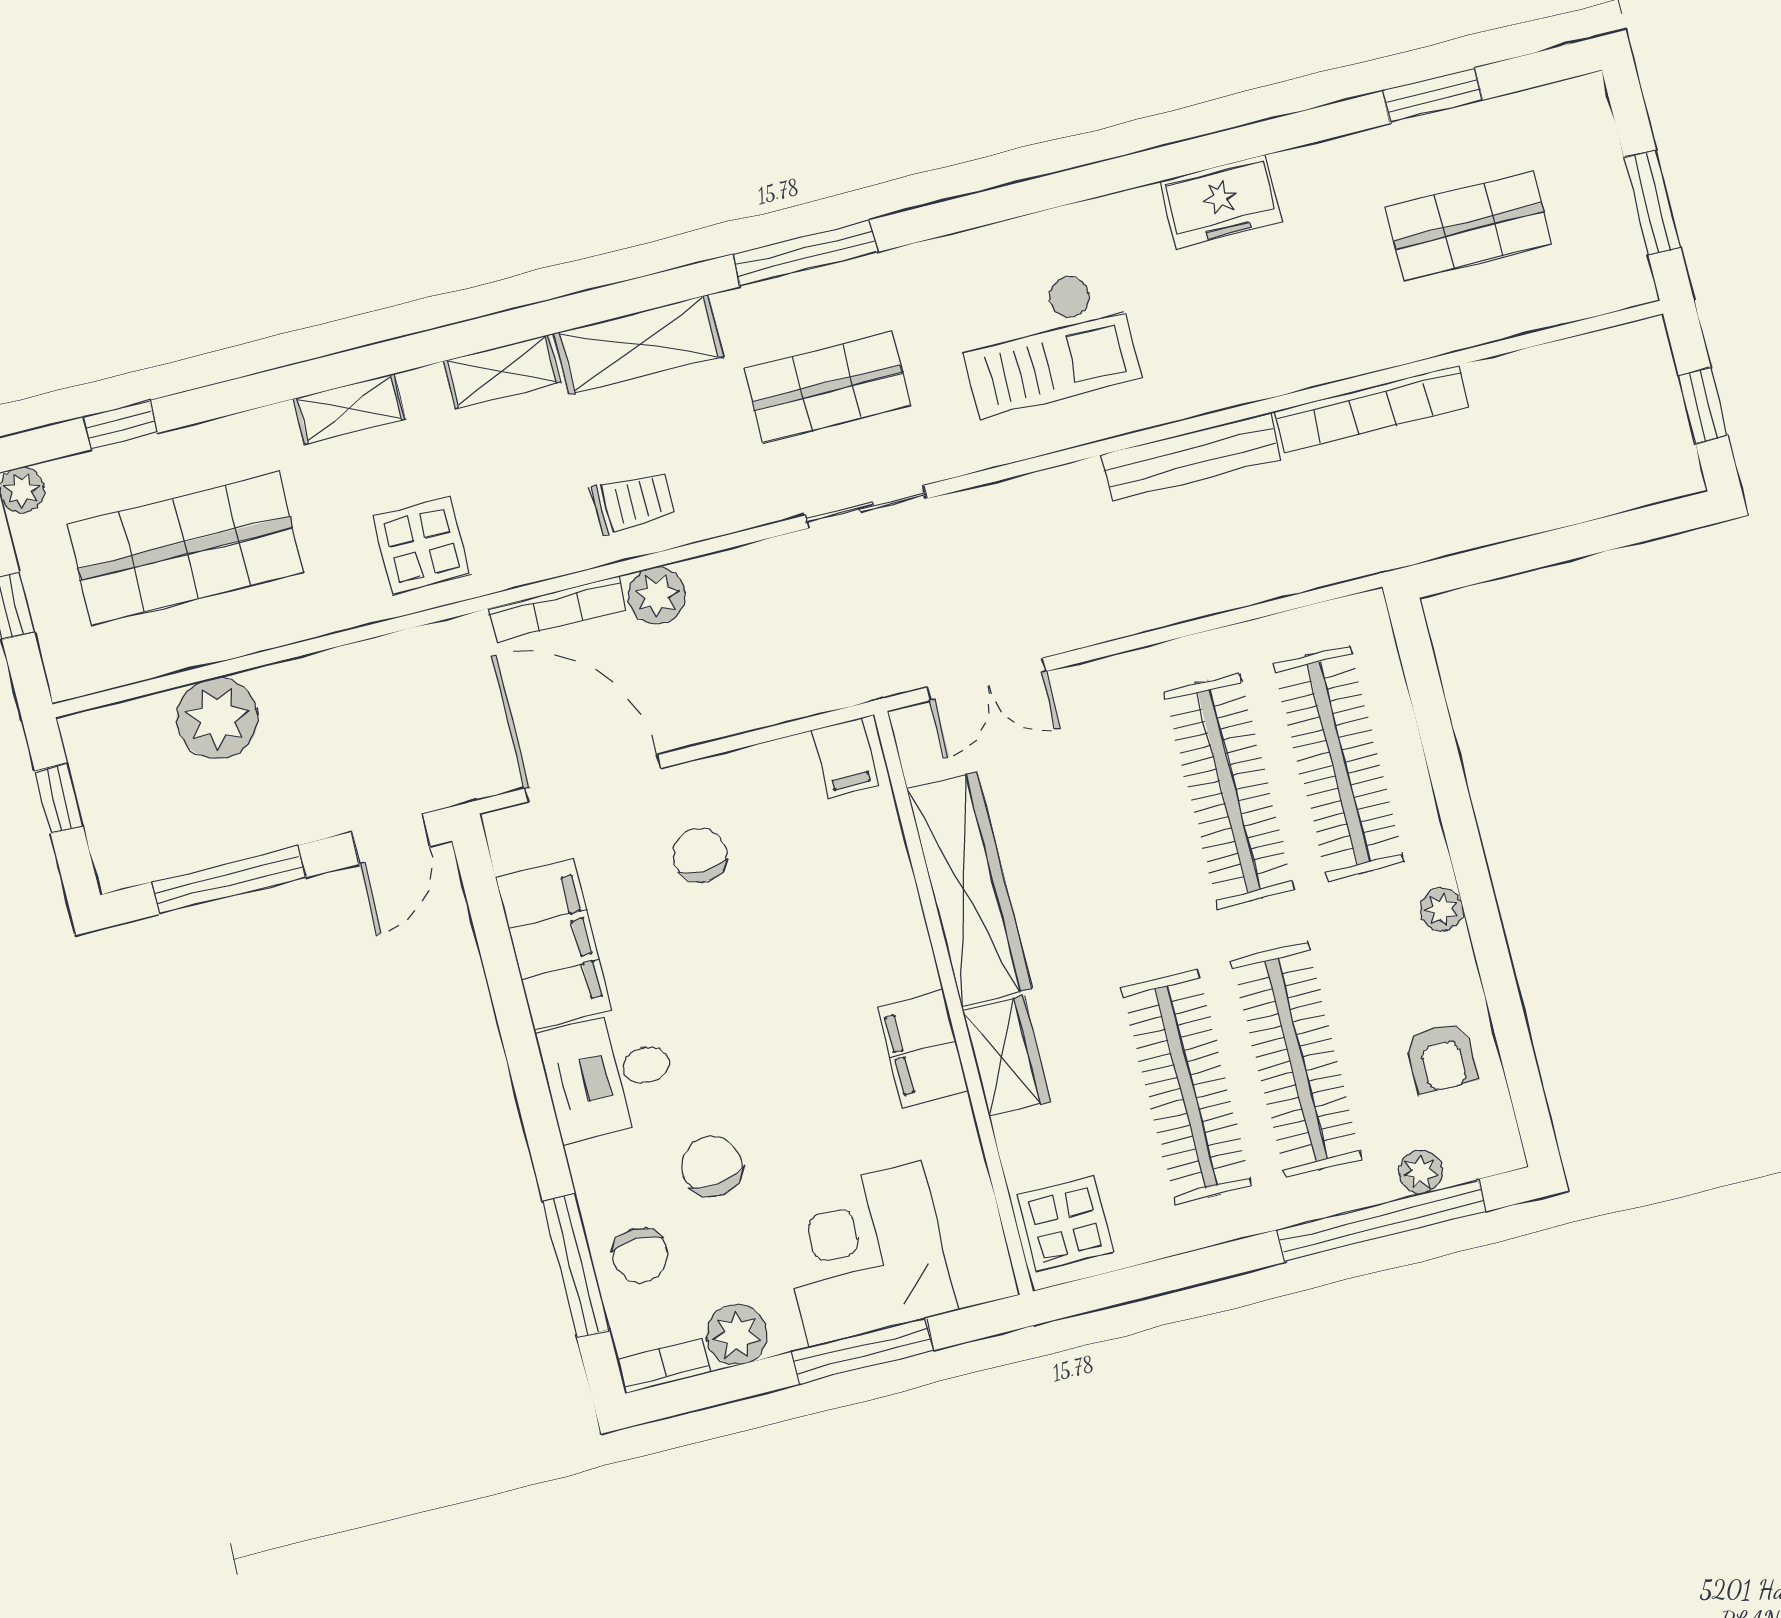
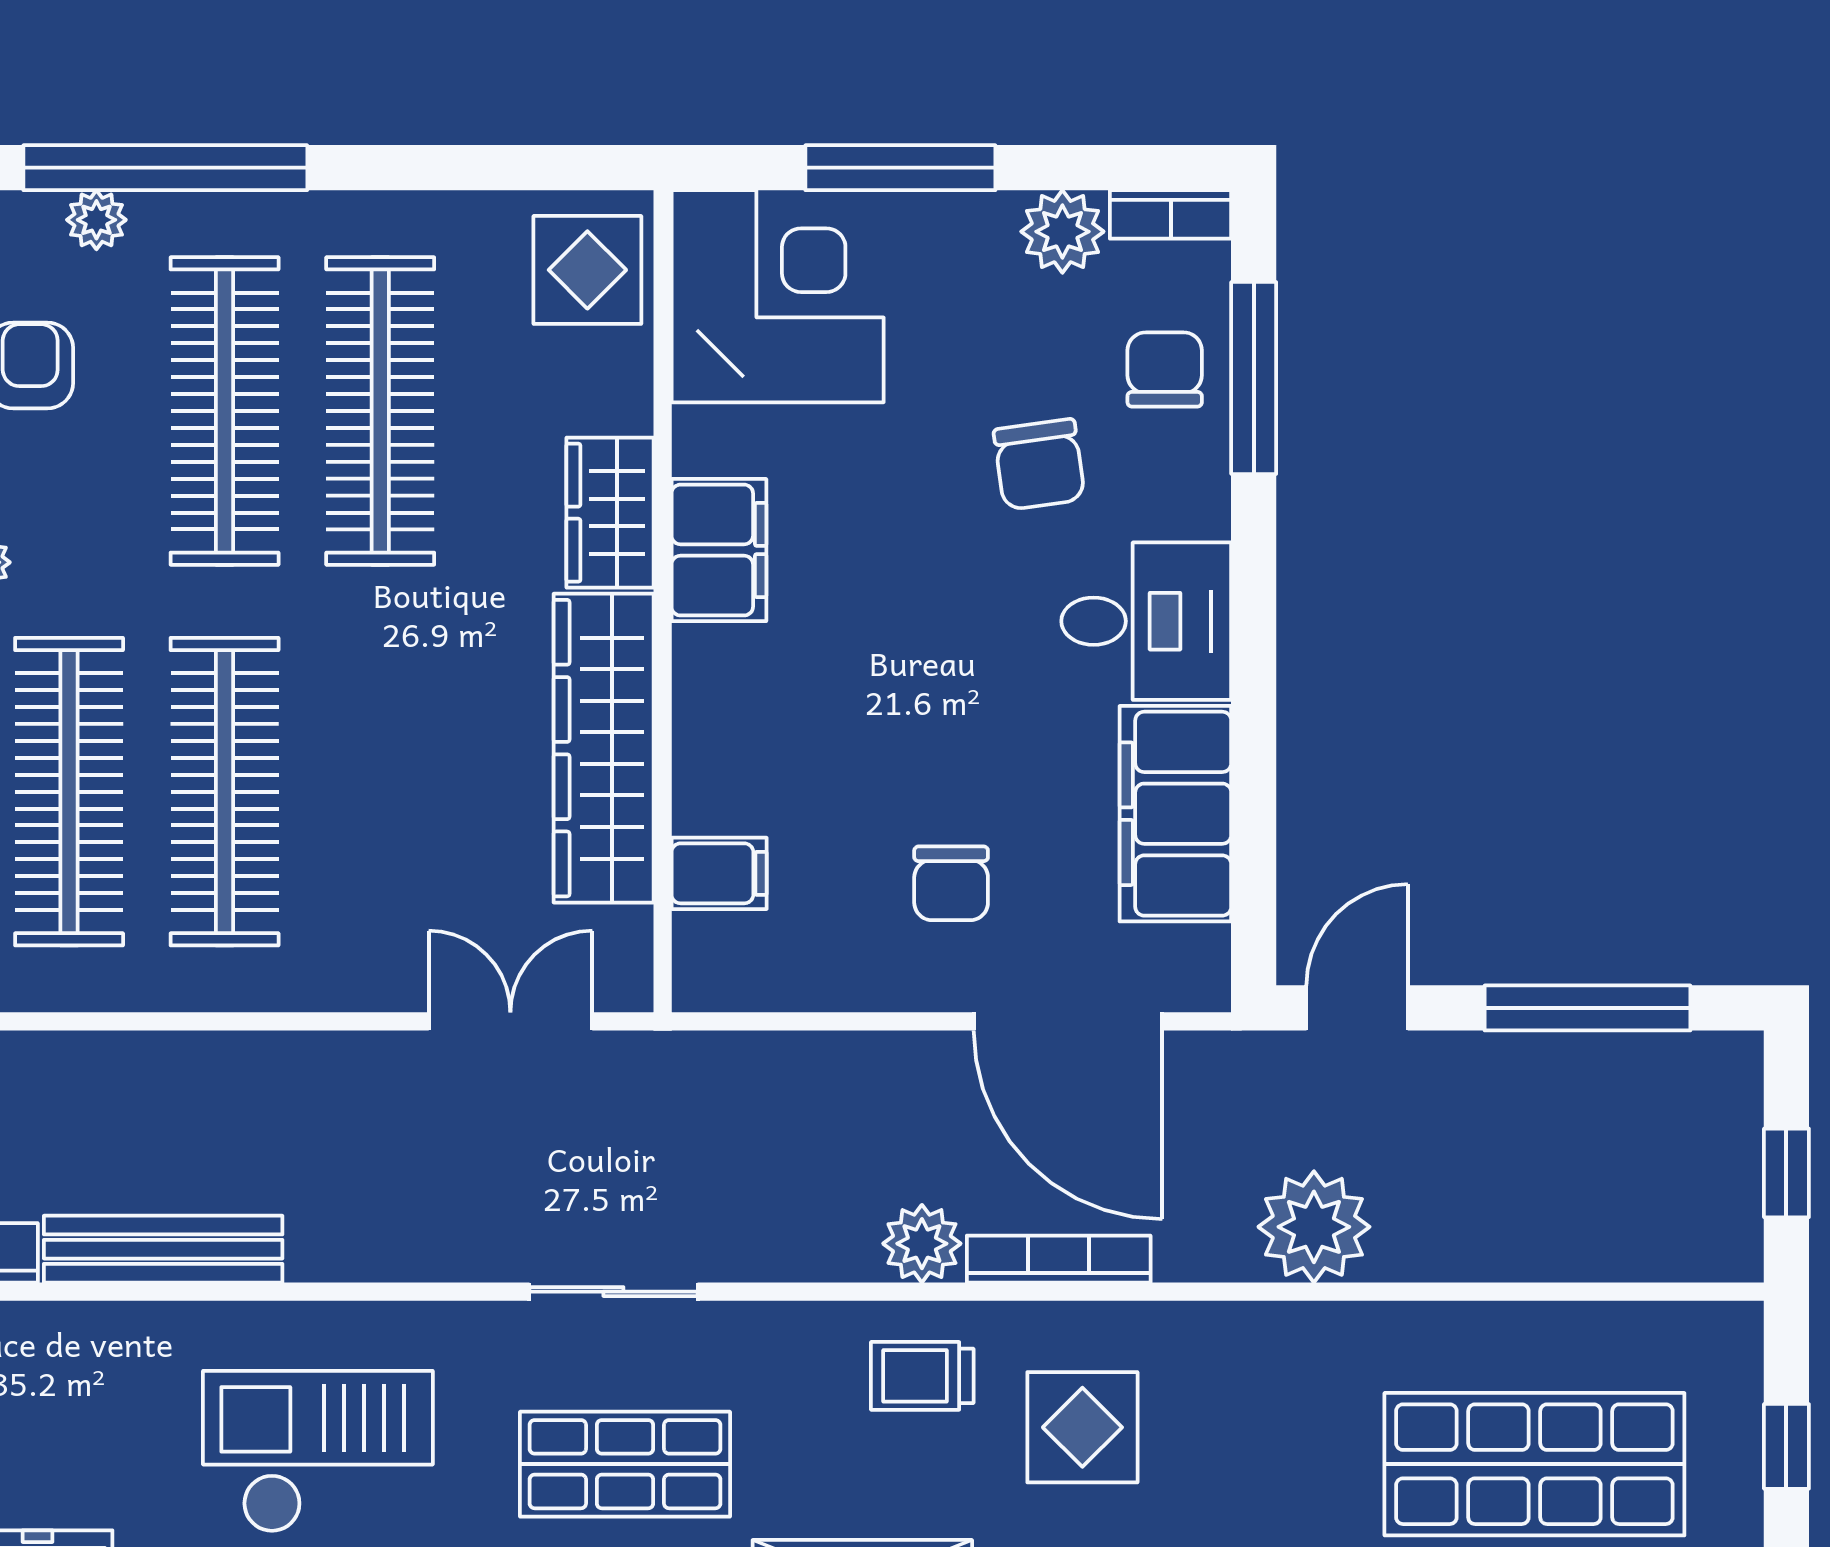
display table: (421, 545) -> (1082, 1427), moved
plant: (217, 718) -> (1314, 1227), moved
filing cabinet: (845, 757) -> (719, 873), moved, turned 90
corner desk: (865, 1254) -> (778, 296), moved, turned -90

